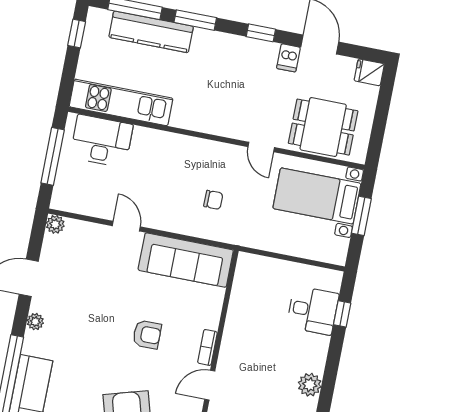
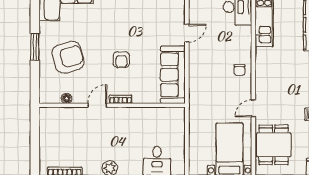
chair: (213, 200) -> (240, 70), moved
door: (210, 385) -> (97, 105), hinge flipped

